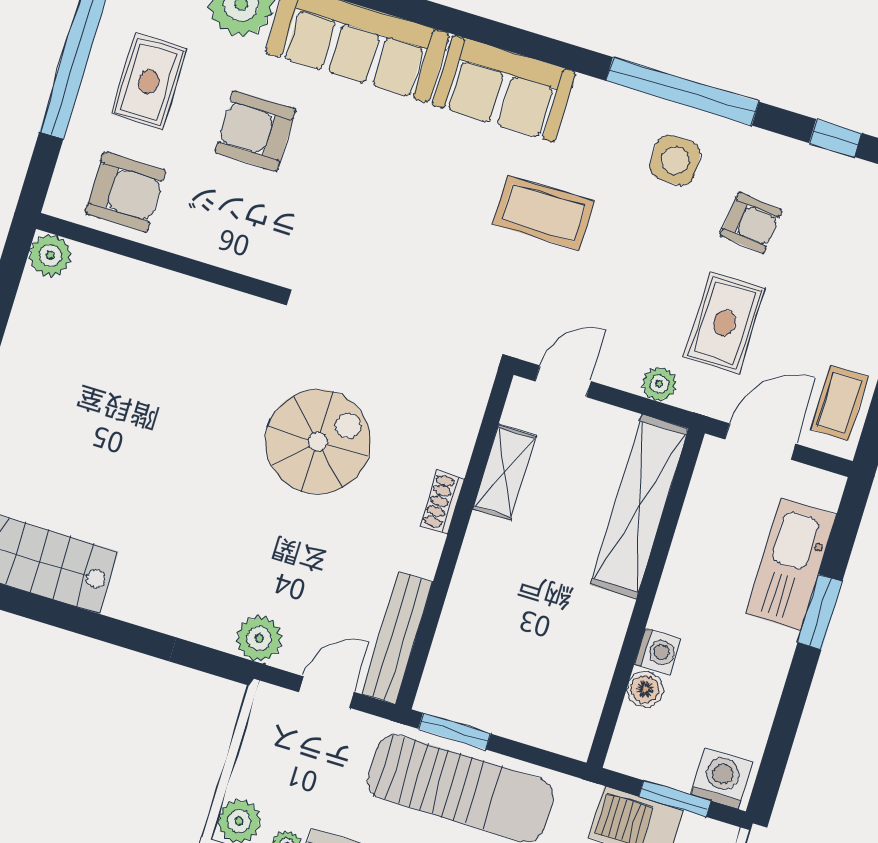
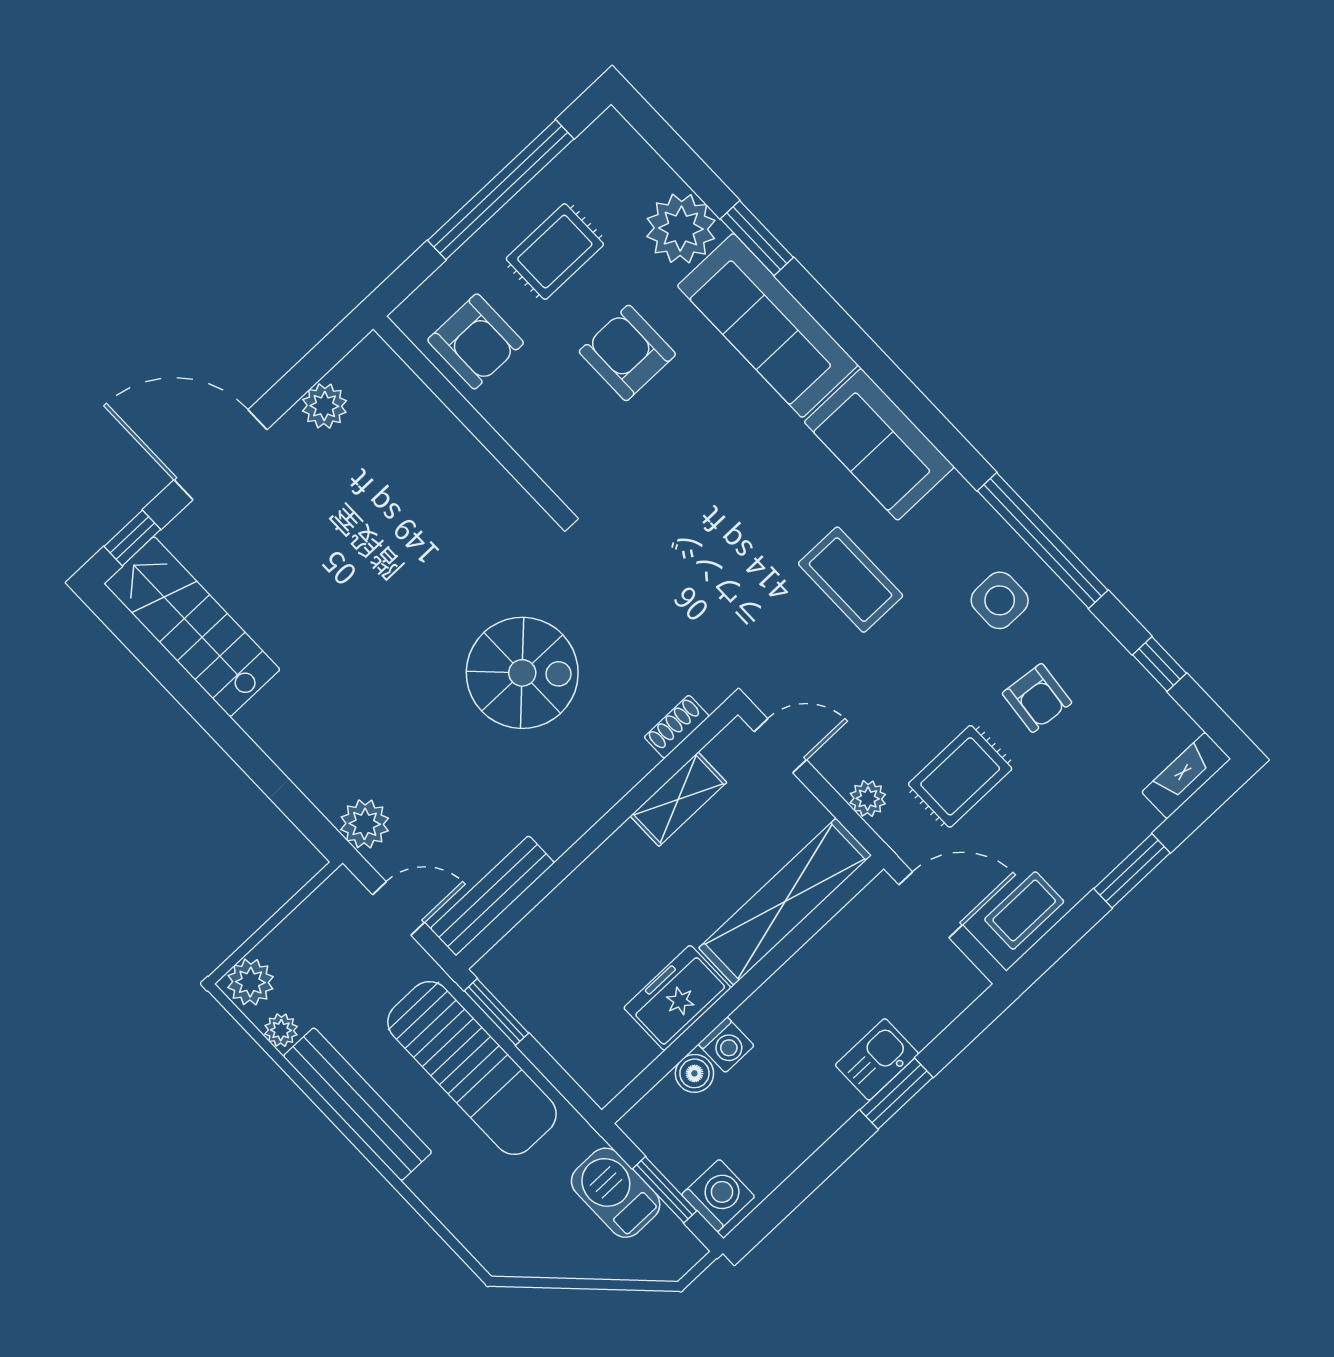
plant: (50, 256) -> (324, 406), moved
shoe rack: (442, 502) -> (677, 727), moved
kitchen sink: (791, 564) -> (877, 1059), width x0.53, depth x0.81
freezer: (596, 636) -> (677, 998), added

